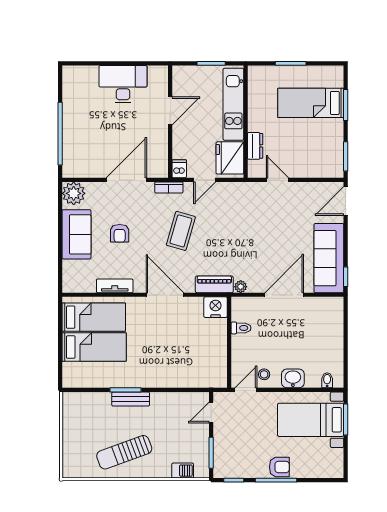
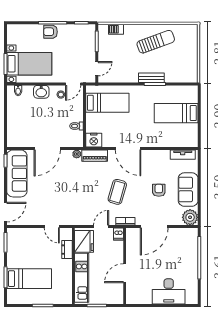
desk: (123, 84) -> (169, 291), moved
tv unit: (115, 286) -> (183, 155), moved
bed: (94, 317) -> (107, 103), moved, turned 180

